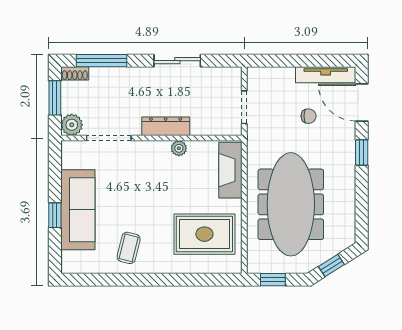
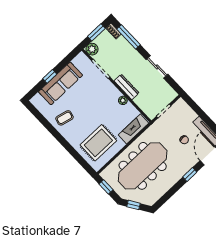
rug: (204, 234) -> (98, 143), turned 90

